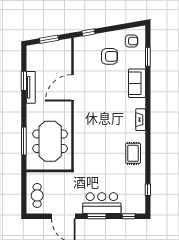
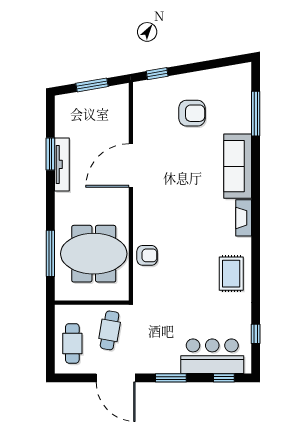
armchair: (131, 41) -> (147, 255), moved
window: (148, 57) -> (256, 114), width x1.44
sofa: (137, 83) -> (238, 166), width x1.36
meeting table: (50, 141) -> (94, 254), turned 90
cafe table: (60, 188) -> (110, 330), added
bar counter: (102, 203) -> (212, 356), moved

